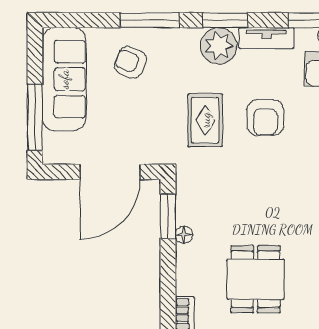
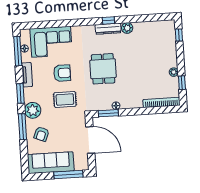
plant: (219, 46) -> (33, 110), moved
dining table: (255, 279) -> (103, 69), moved, turned 90

